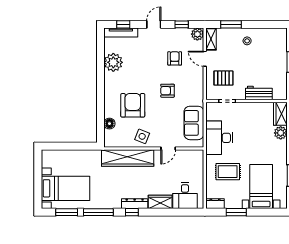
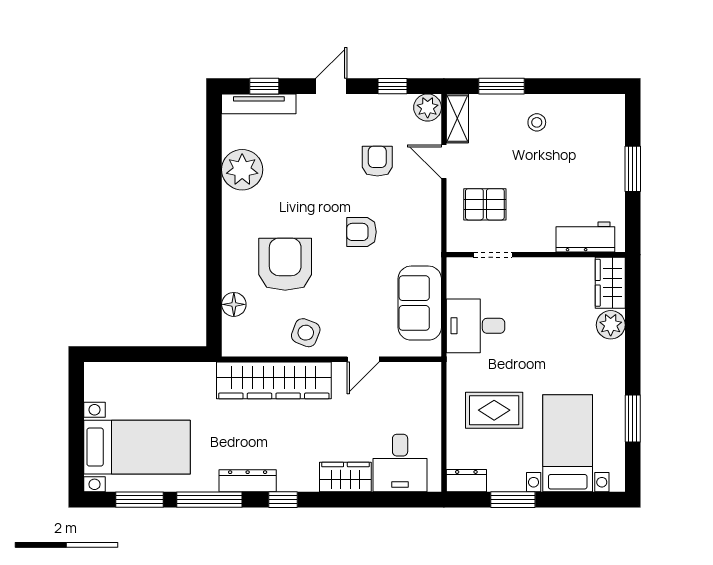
workbench: (259, 93) -> (585, 237), moved
desk: (219, 138) -> (475, 326), width x0.73
dresser: (135, 204) -> (248, 481), moved

